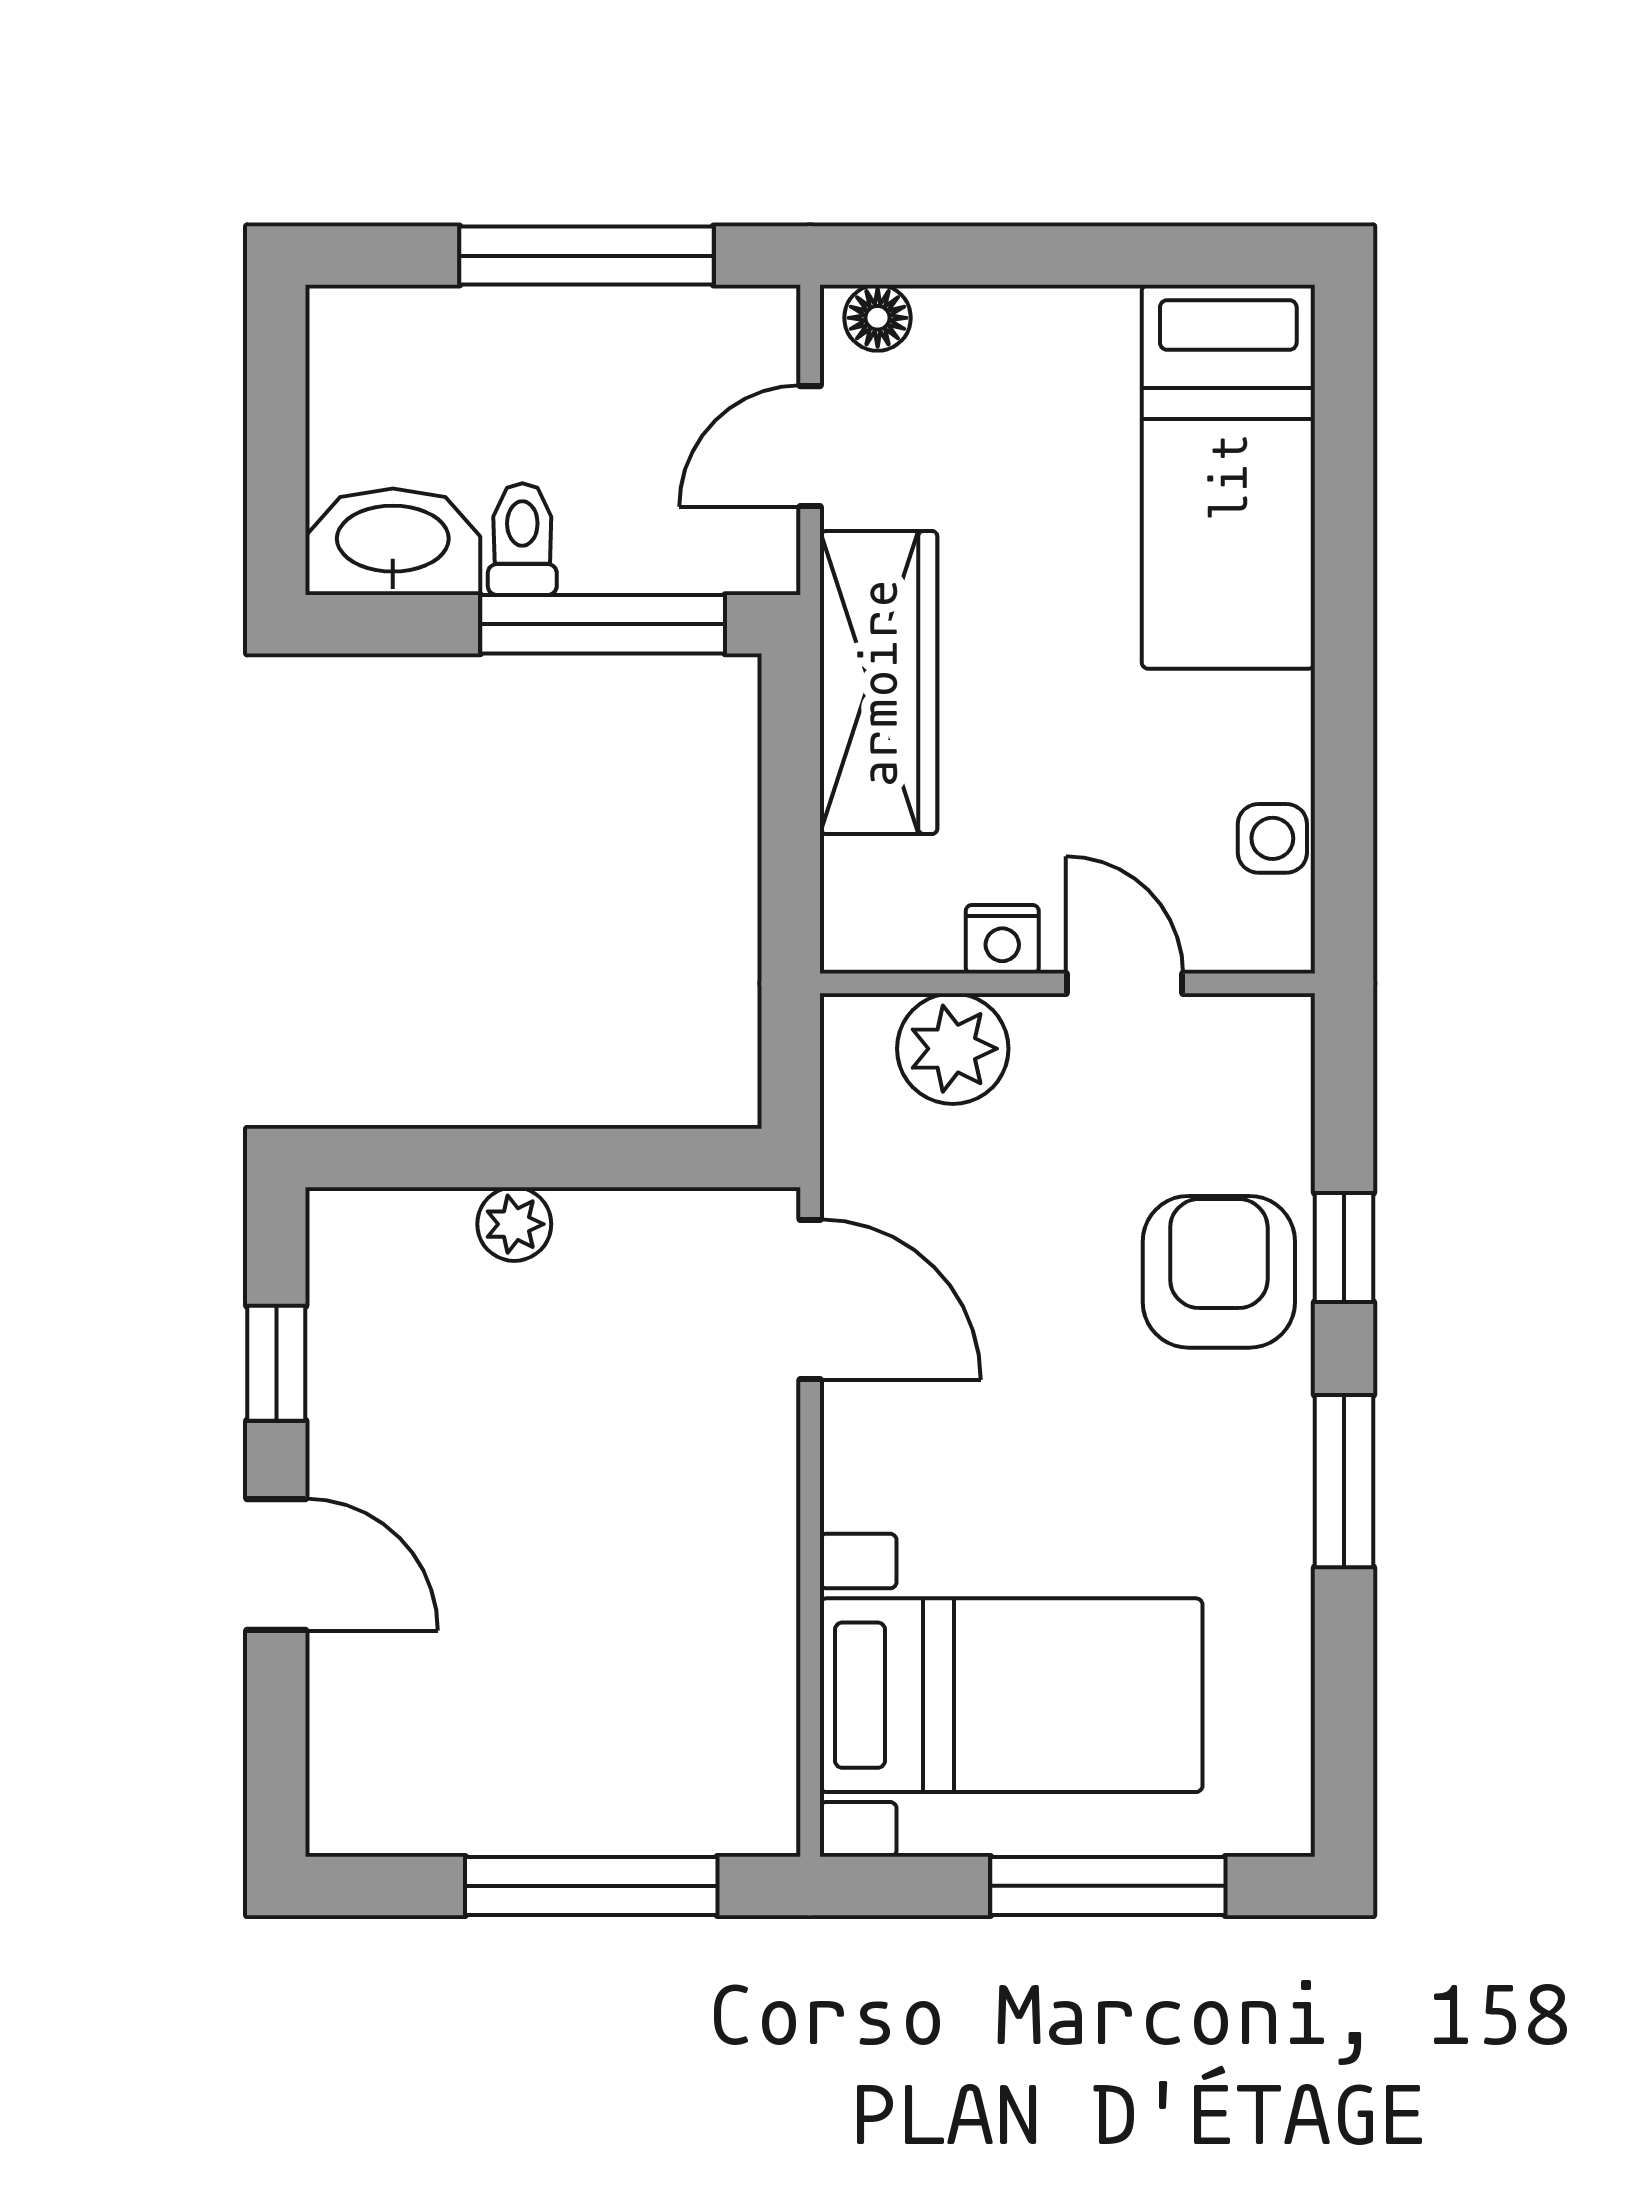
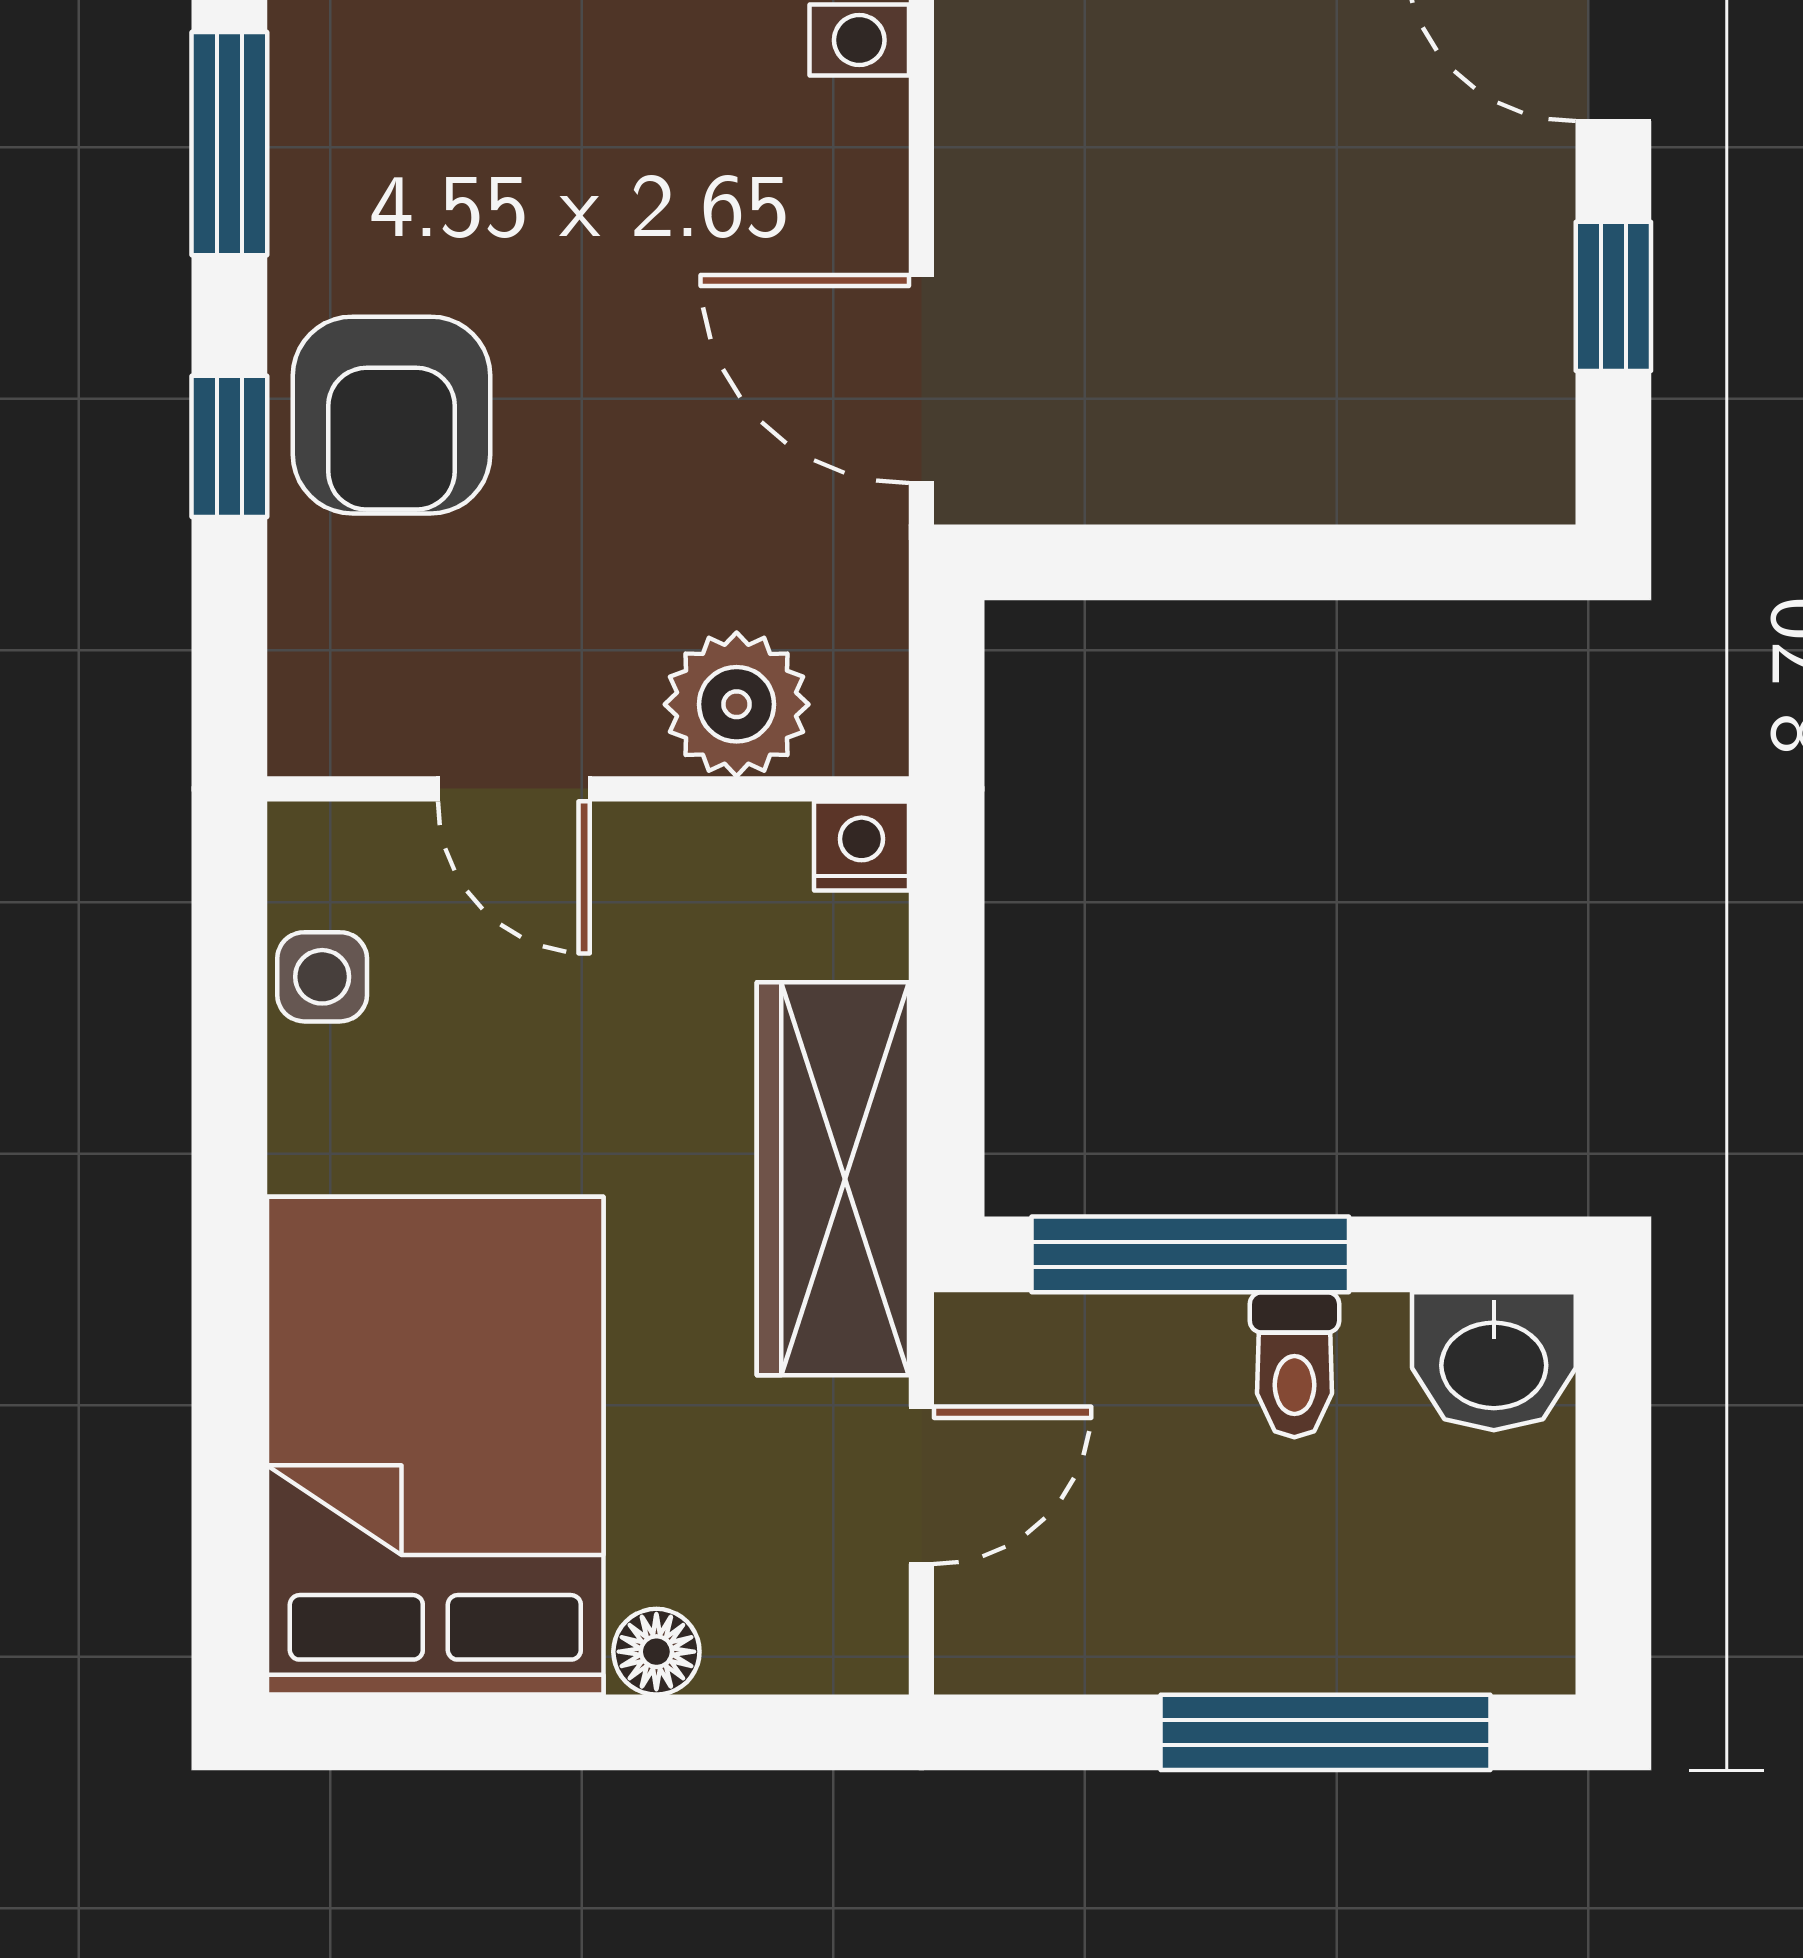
window: (587, 256) -> (1325, 1732), moved
floor lamp: (878, 318) -> (656, 1652), moved
bed: (1228, 477) -> (435, 1446), width x1.50
washbasin: (393, 542) -> (1494, 1361), width x0.72
nightstand: (1002, 939) -> (862, 846), moved
plant: (514, 1224) -> (1305, 477), removed

